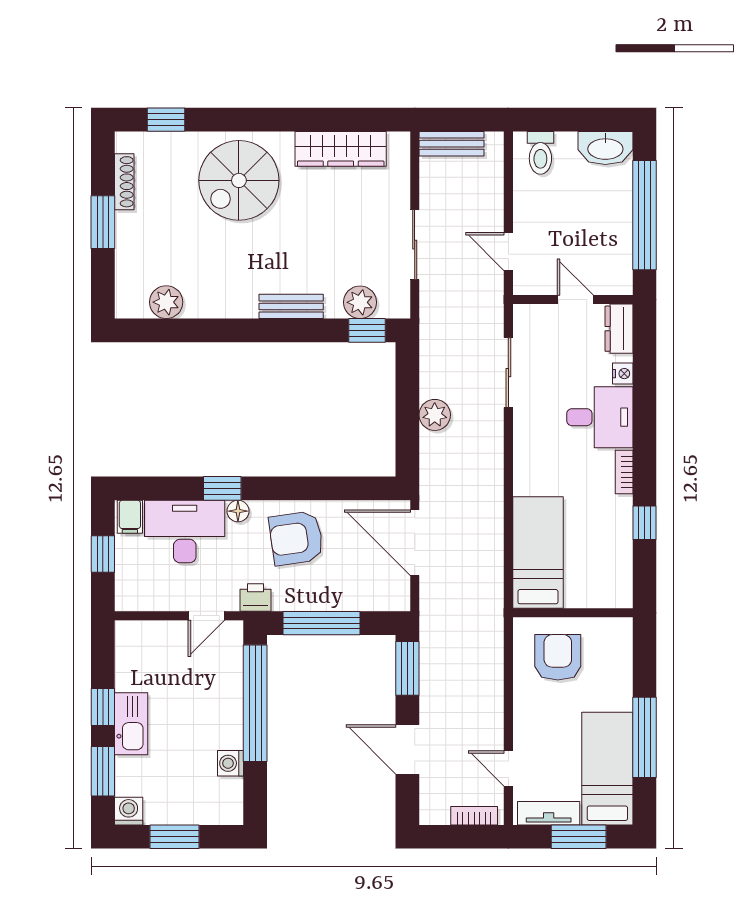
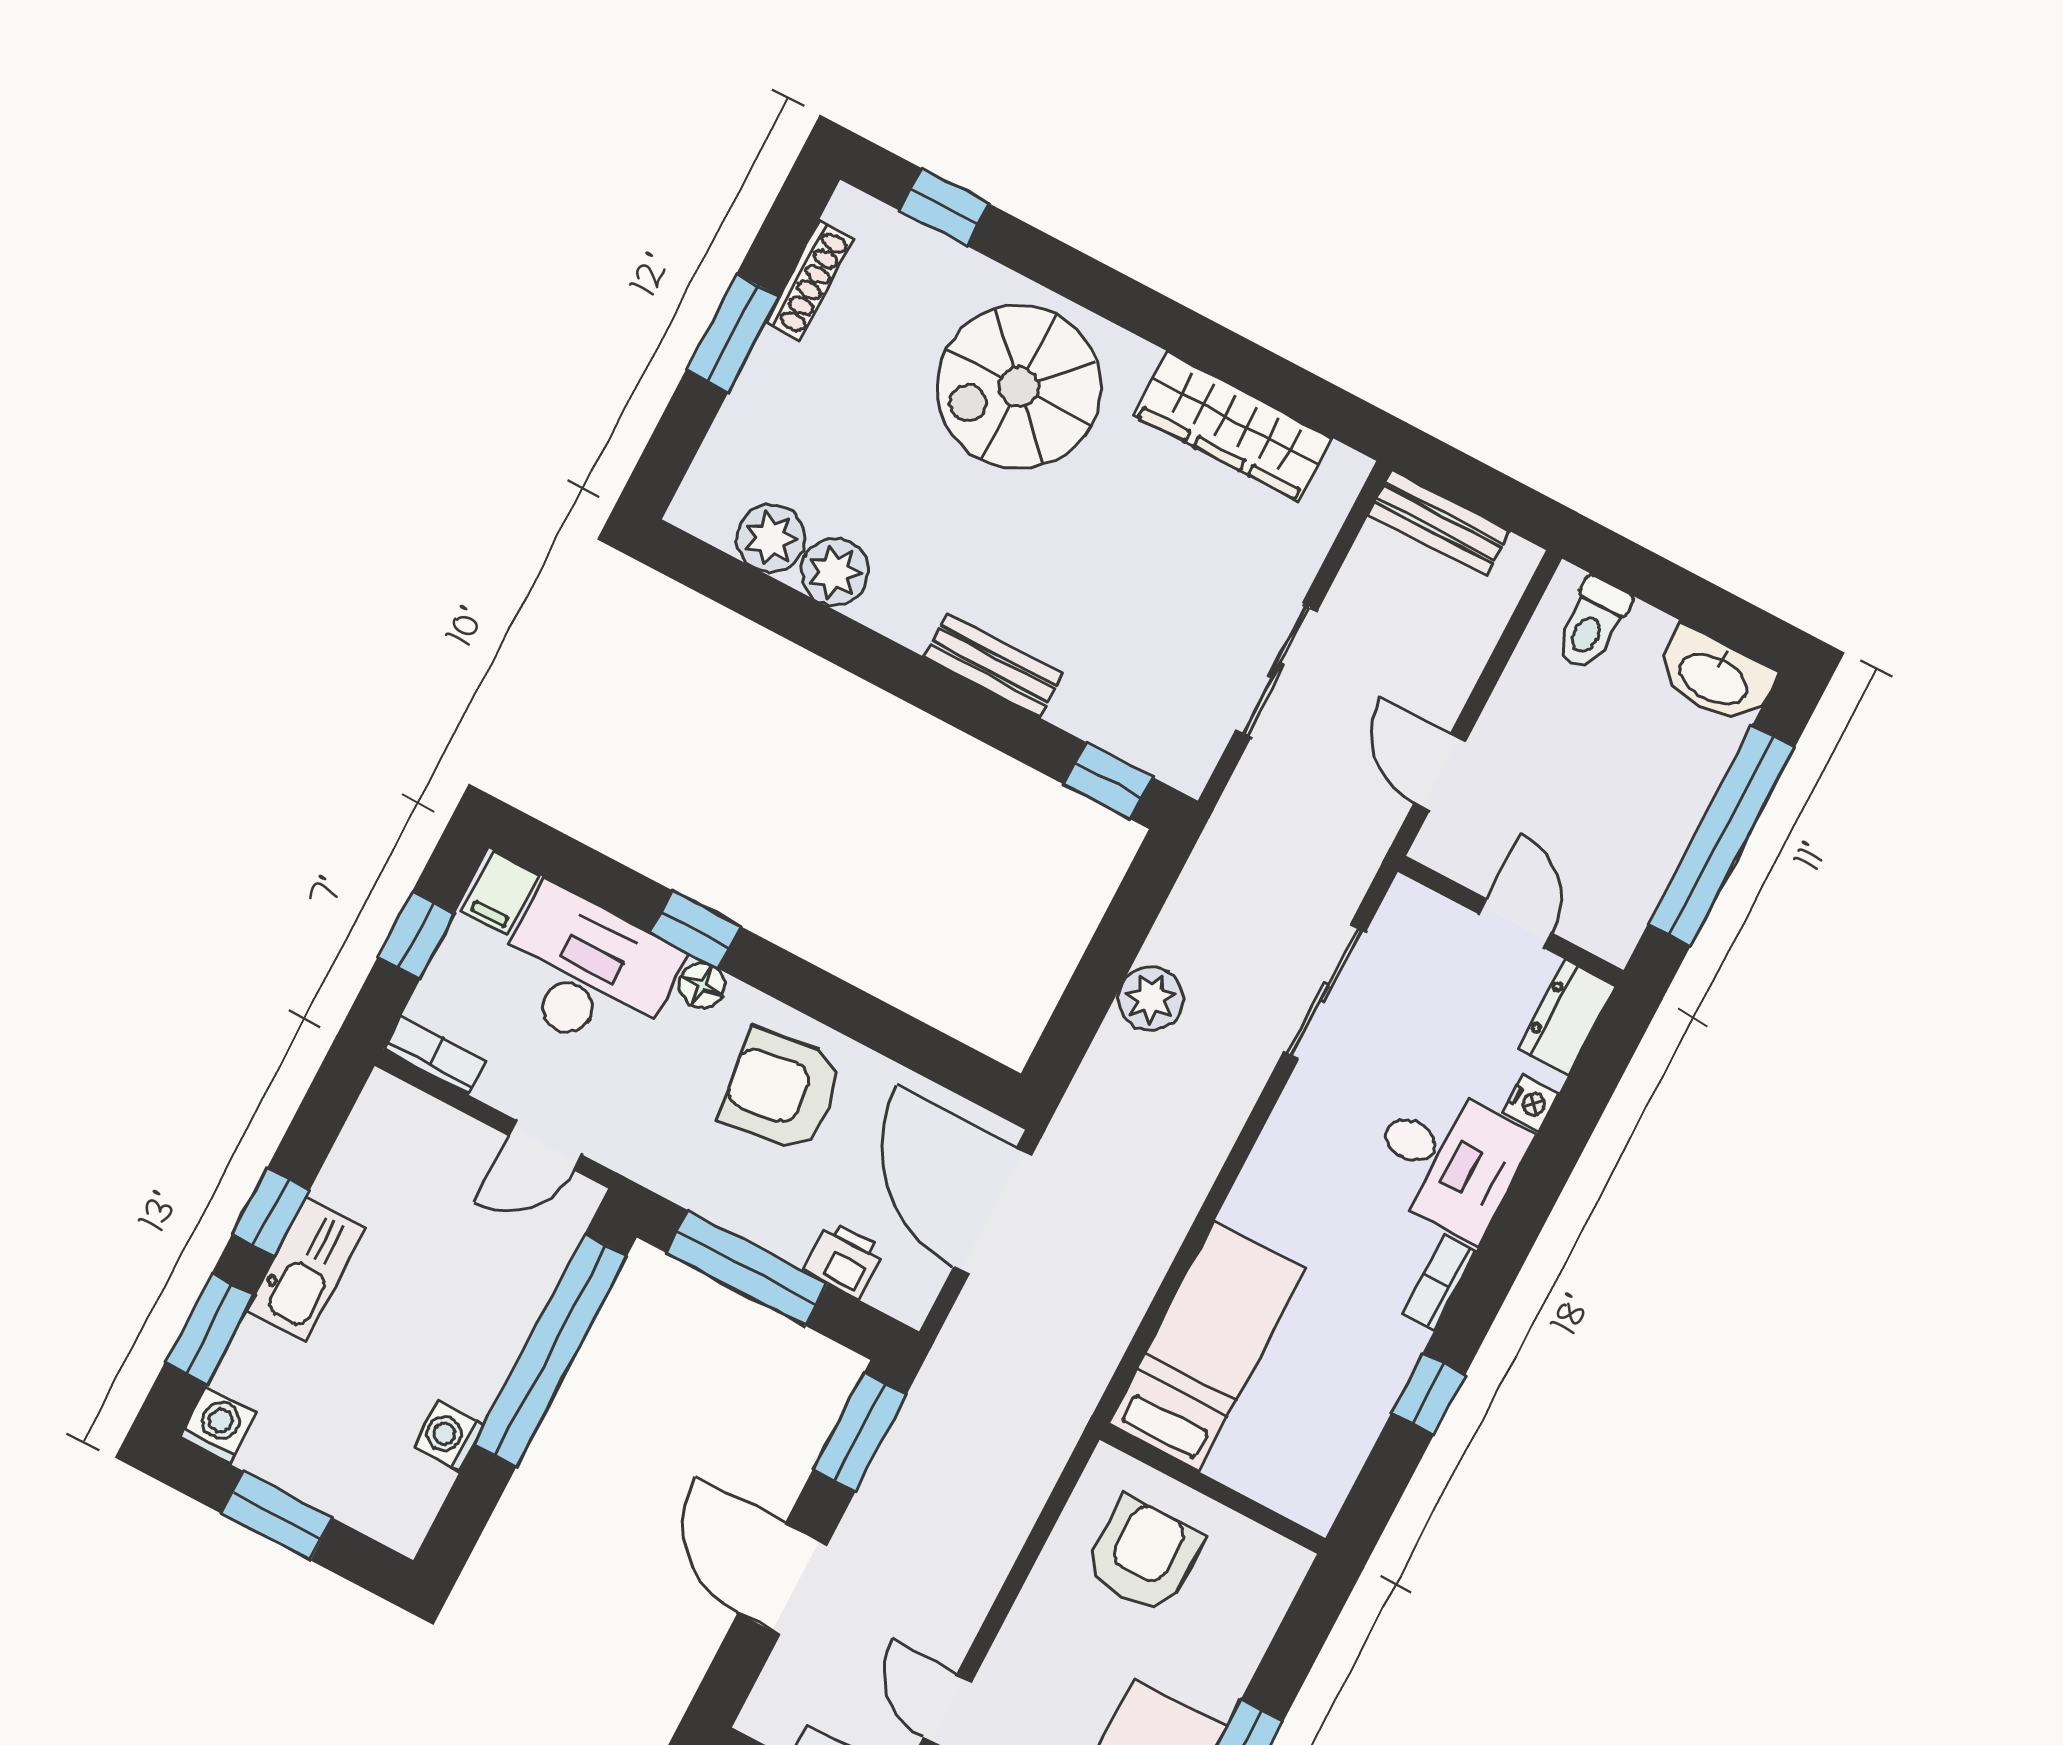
plant: (360, 302) -> (835, 572), moved
printer: (256, 597) -> (844, 1260), moved
bookcase: (138, 602) -> (435, 1055), added

